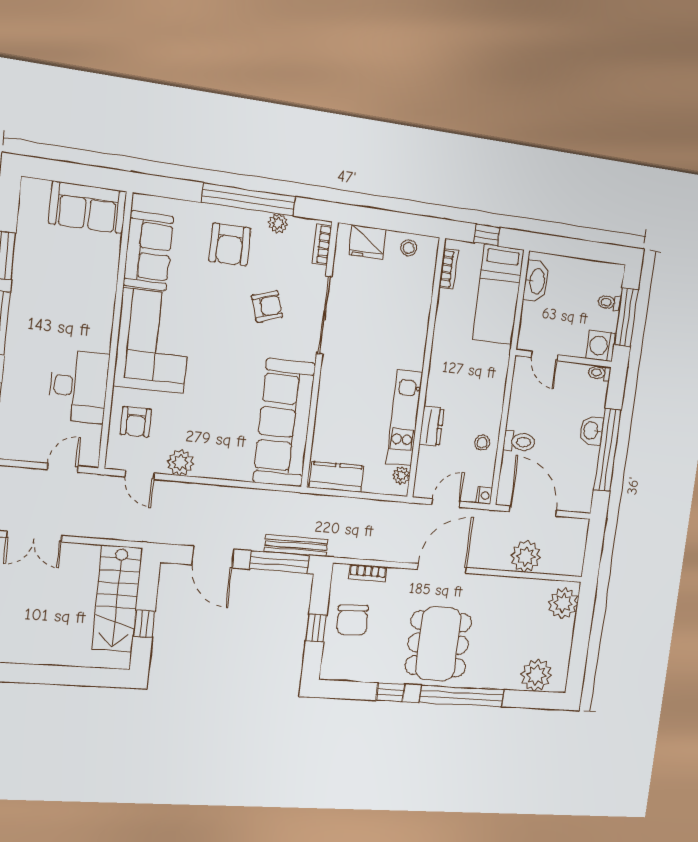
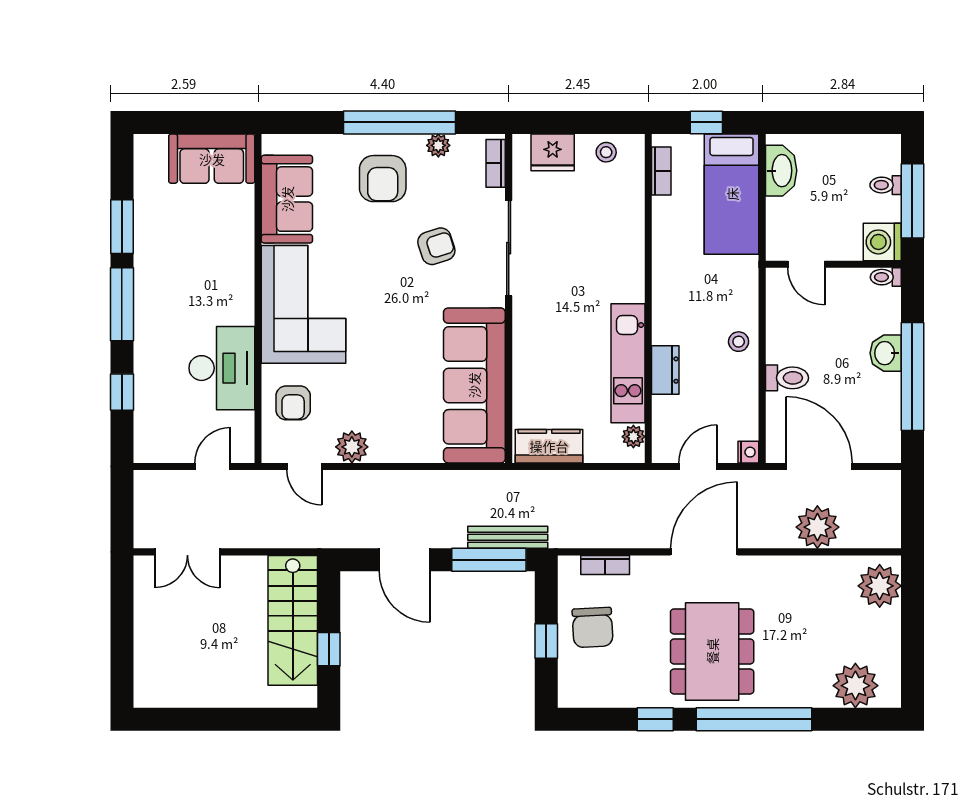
stool: (482, 443) -> (739, 342), moved

